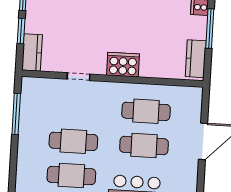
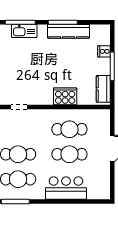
cooker: (123, 65) -> (65, 96), moved

